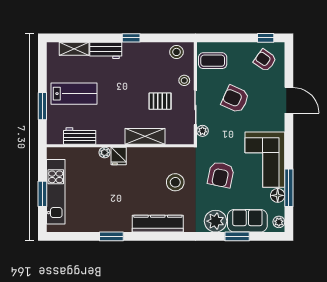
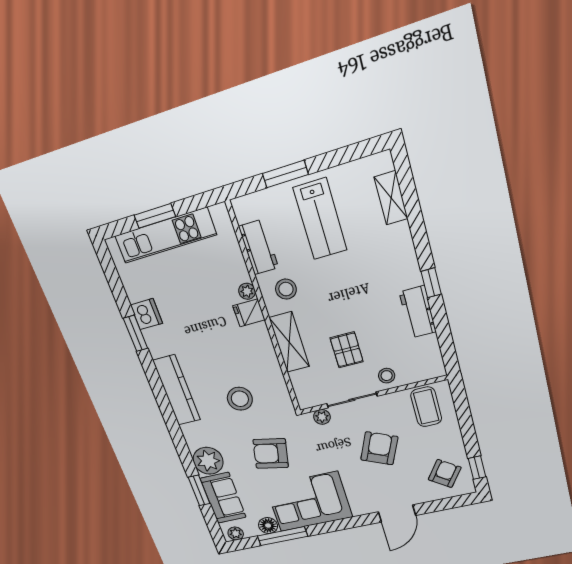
workbench: (106, 50) -> (418, 312), moved
stool: (177, 52) -> (286, 289), moved
dishwasher: (101, 224) -> (146, 314), added

